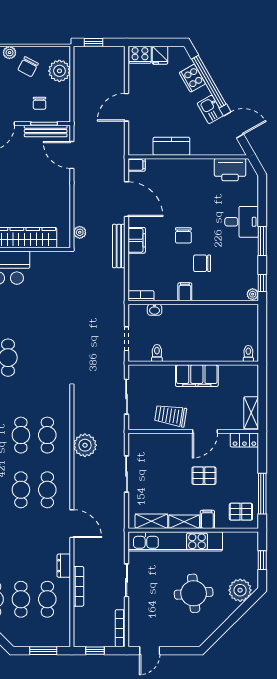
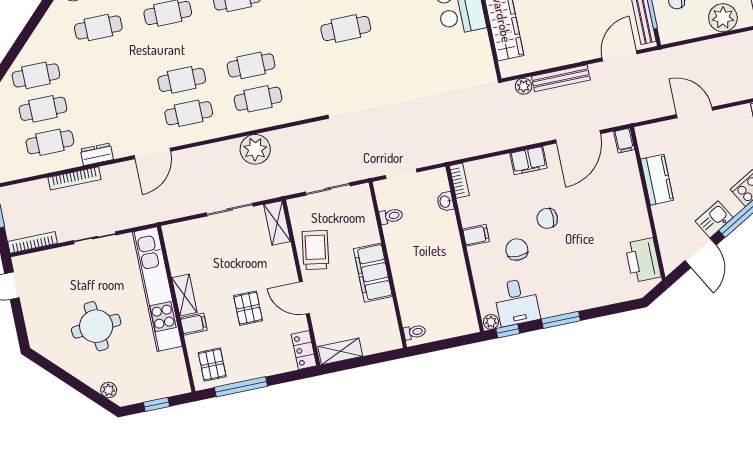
desk: (242, 222) -> (517, 302), moved
bench: (119, 246) -> (561, 78), moved
shelving: (151, 521) -> (277, 223), moved
plant: (240, 590) -> (109, 390), width x0.53, depth x0.53

